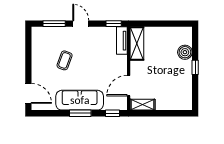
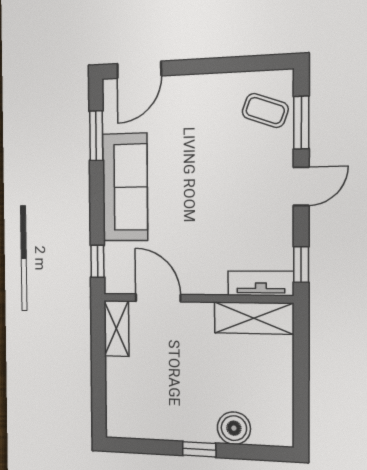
coffee table: (65, 60) -> (265, 110), moved
window: (80, 113) -> (96, 136), moved

